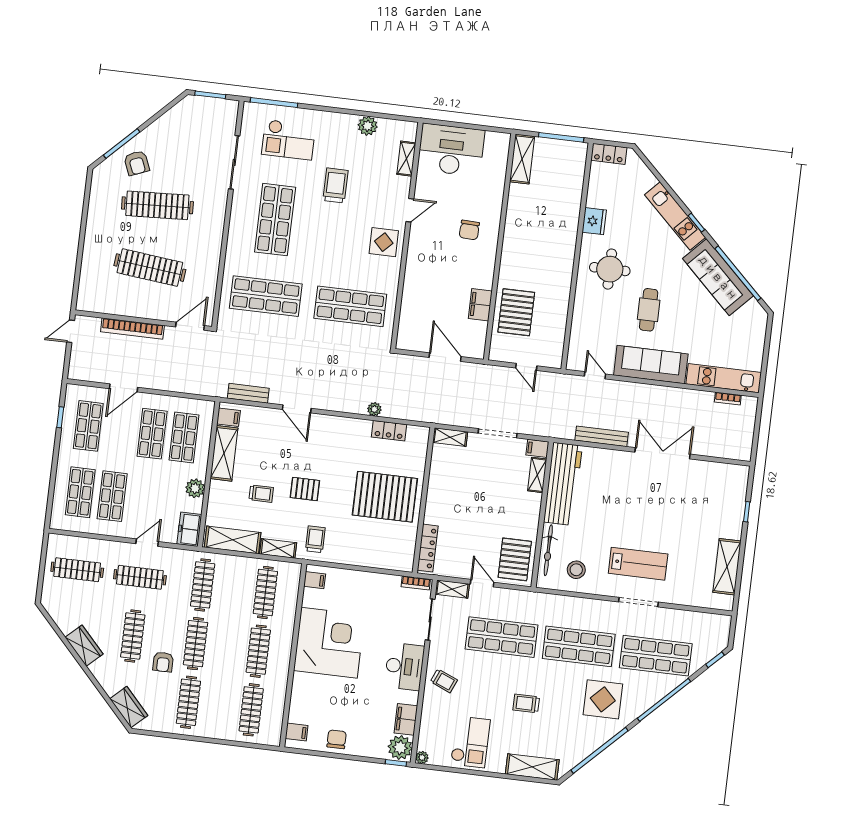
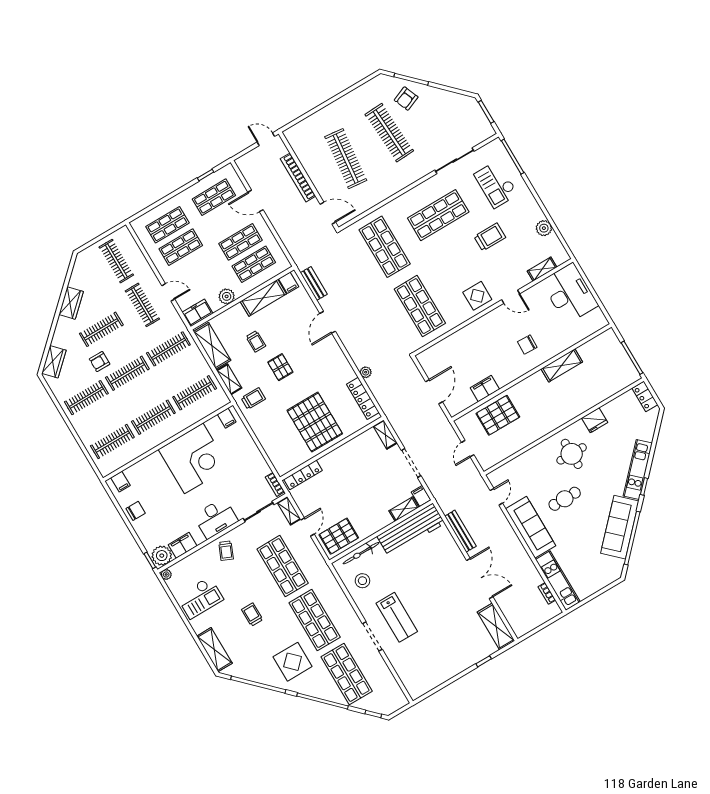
shelving: (522, 159) -> (562, 365), moved
locker: (389, 431) -> (363, 398), width x1.53
shelving: (727, 567) -> (496, 626), moved, turned 90

